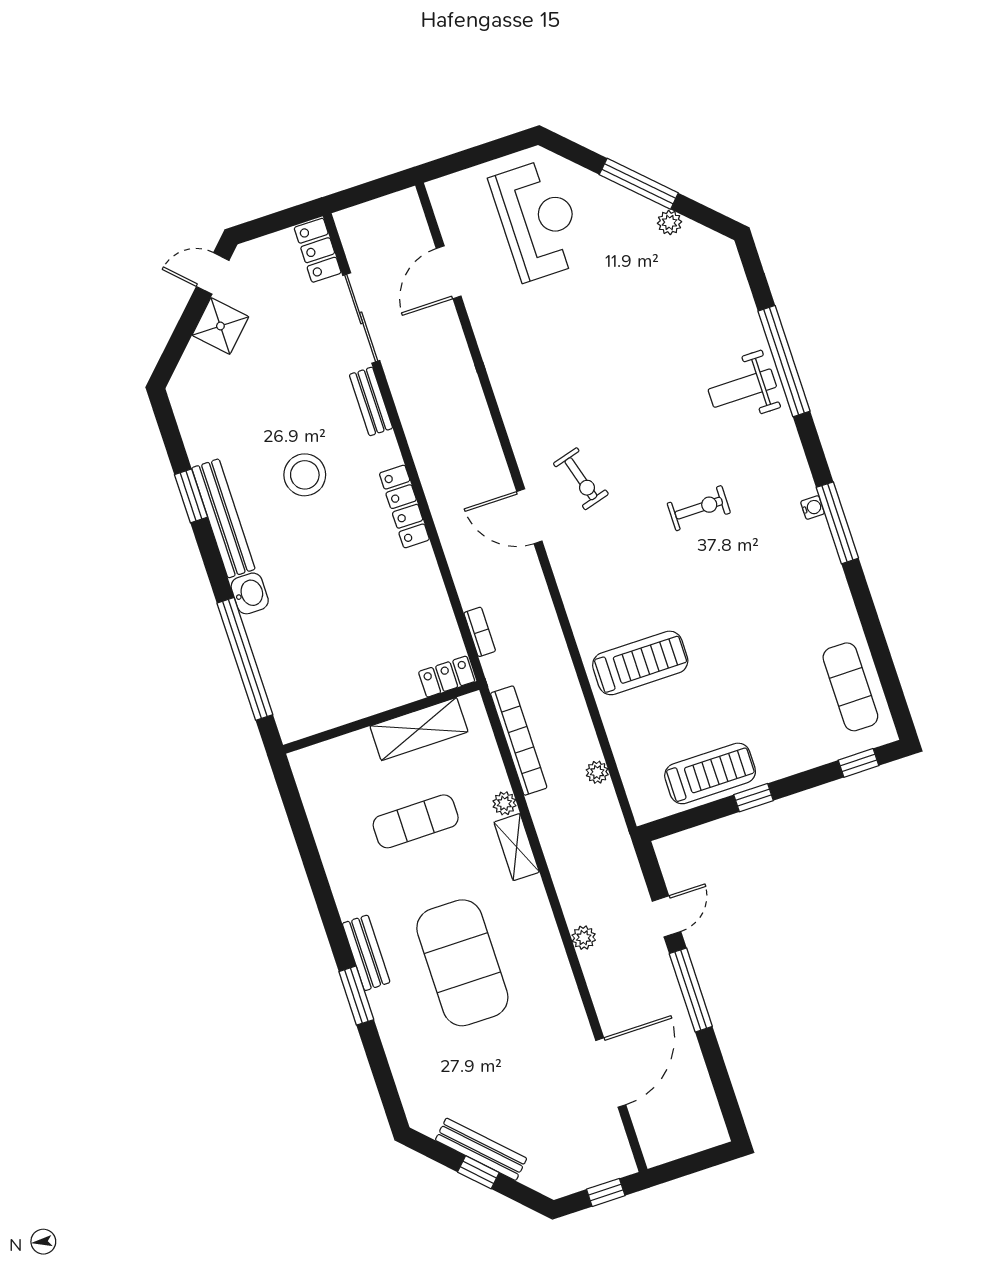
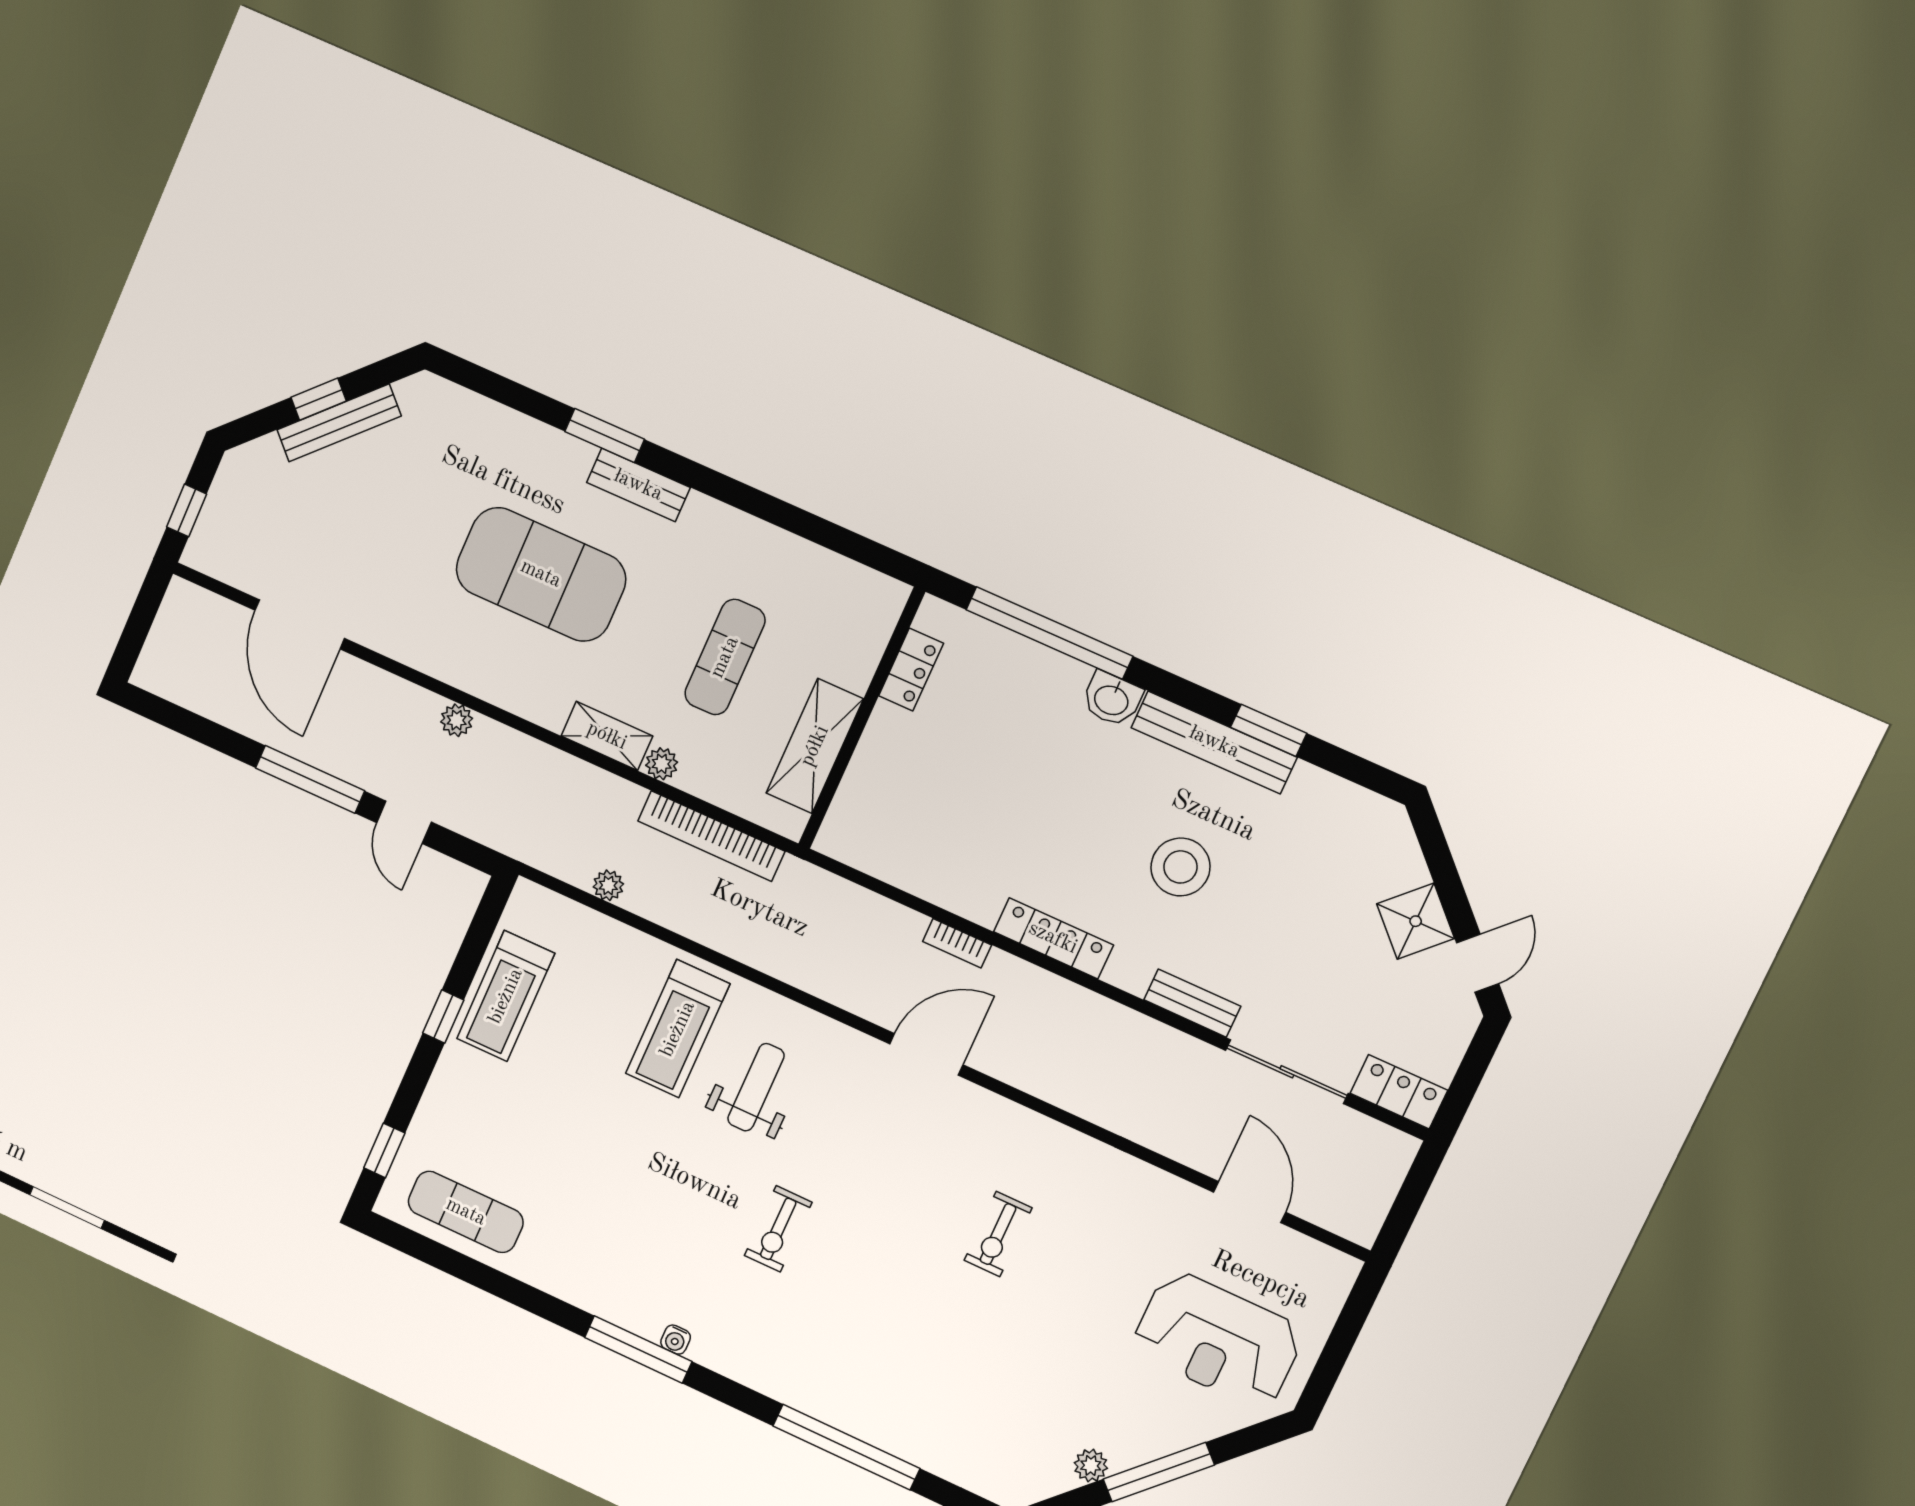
weight bench: (742, 388) -> (756, 1087), moved
exercise bike: (581, 479) -> (998, 1234), moved, turned -74
bookcase: (480, 632) -> (957, 943), moved
locker: (447, 677) -> (911, 670), moved

